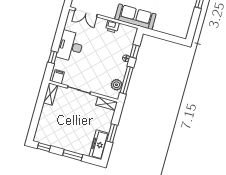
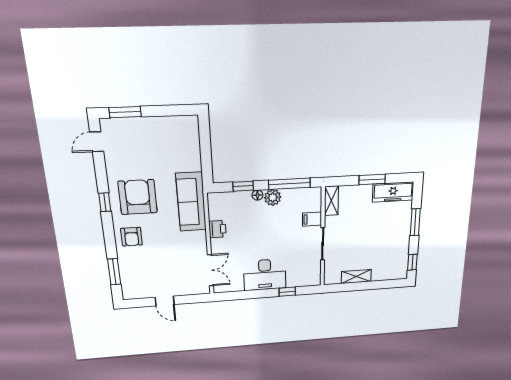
filing cabinet: (58, 77) -> (312, 219), moved
plant: (116, 85) -> (273, 197), moved
shelving: (50, 94) -> (356, 277), moved

